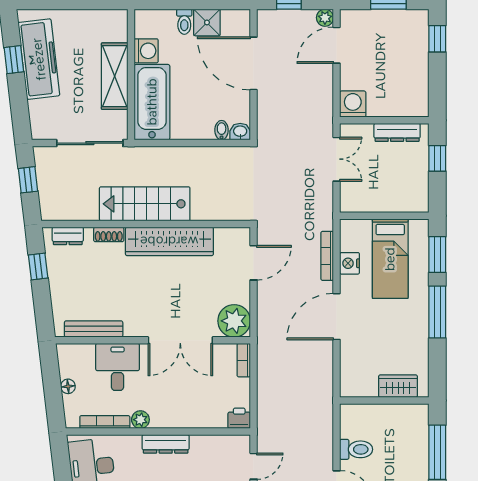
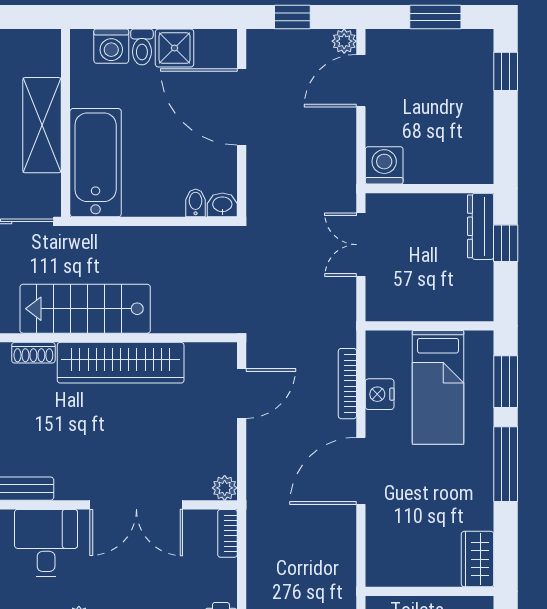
washing machine: (146, 51) -> (111, 46), moved, turned 90
dresser: (397, 132) -> (481, 226), moved, turned 90
double door: (337, 159) -> (361, 245), swing flipped
plant: (234, 321) -> (225, 488), width x0.53, depth x0.53
wardrobe: (398, 386) -> (478, 559), moved, turned -90

